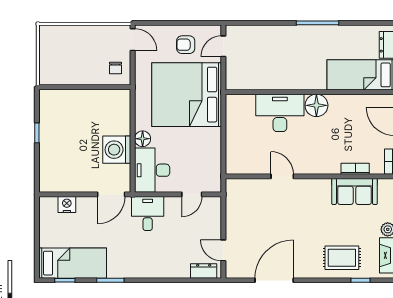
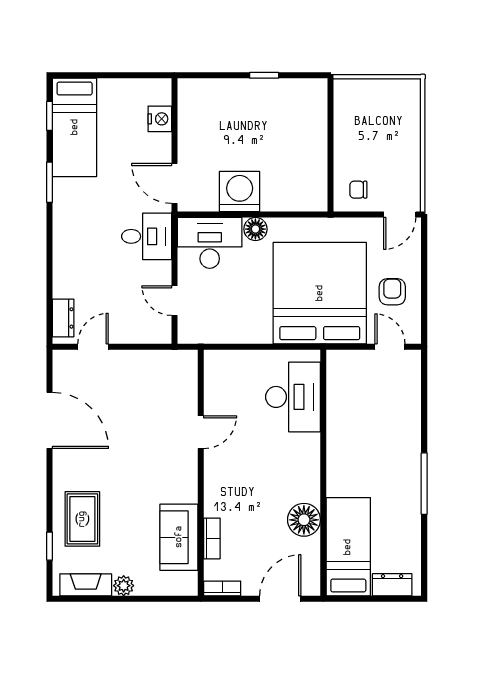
floor lamp: (316, 105) -> (304, 520), moved
desk: (280, 113) -> (293, 397), moved

